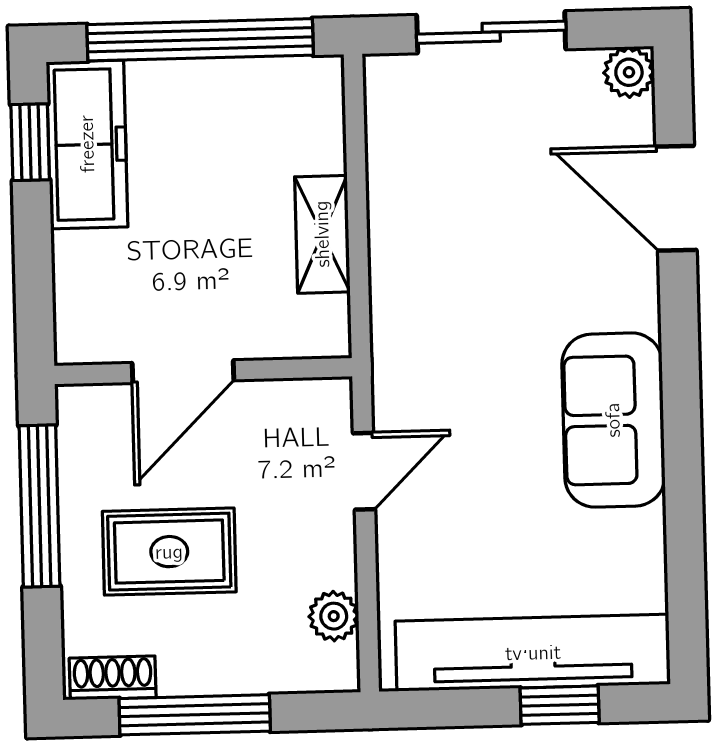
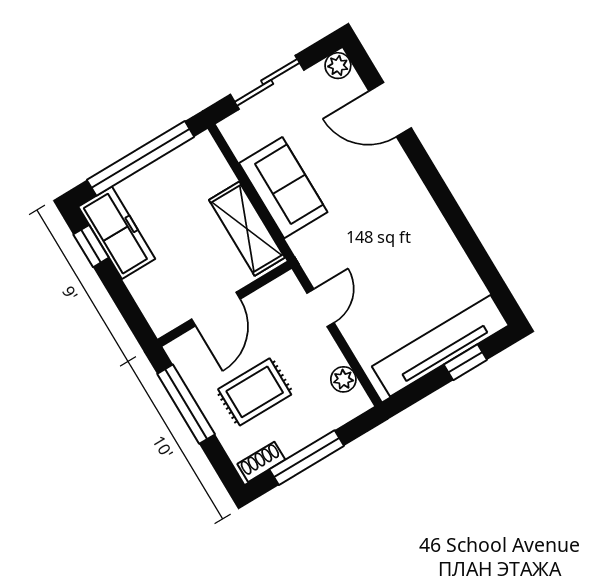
shelving: (322, 234) -> (247, 229), width x1.50, depth x1.33
sofa: (613, 420) -> (283, 188), moved, turned 180

